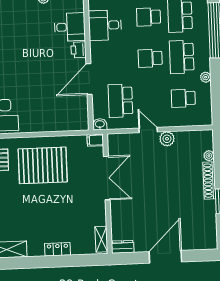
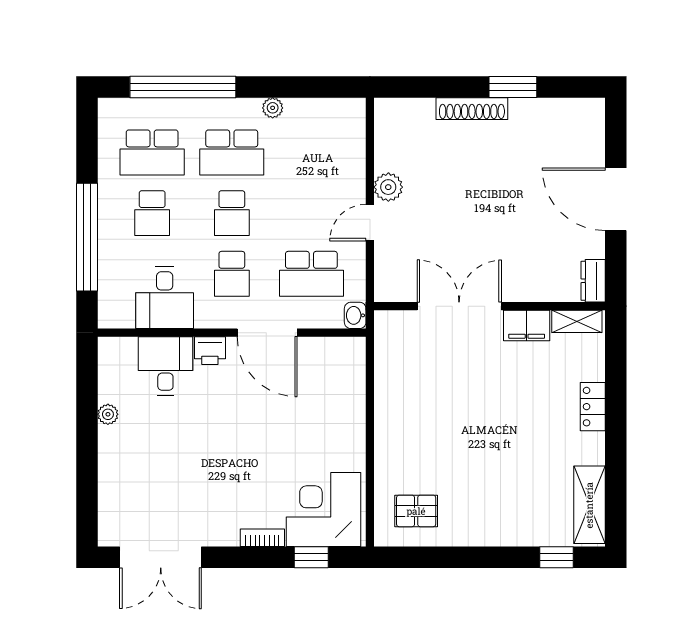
school desk: (183, 98) -> (232, 274), moved
filing cabinet: (95, 140) -> (527, 325), moved, width x2.00
plant: (209, 156) -> (424, 108), removed
pallet: (43, 165) -> (430, 429), removed

